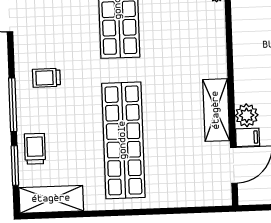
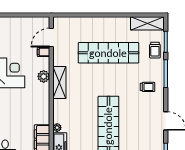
shelving: (216, 110) -> (59, 83), moved
plant: (247, 115) -> (44, 76), moved
shop shelf: (123, 140) -> (108, 53), turned 90

